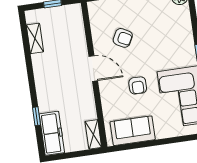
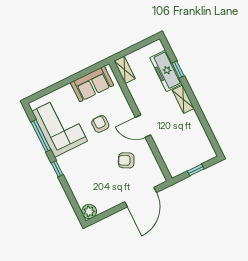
shelving: (35, 38) -> (183, 99), moved
freezer: (52, 133) -> (166, 71), moved

